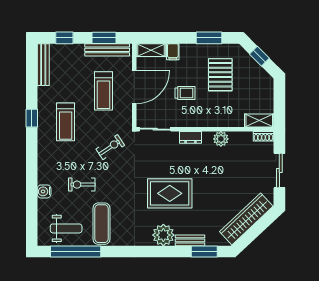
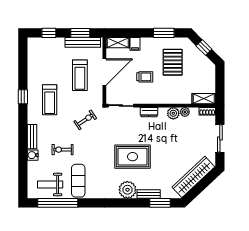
bench: (43, 65) -> (32, 137), moved, width x0.73
plant: (235, 137) -> (185, 112), added
weight bench: (66, 228) -> (50, 185), turned 180

